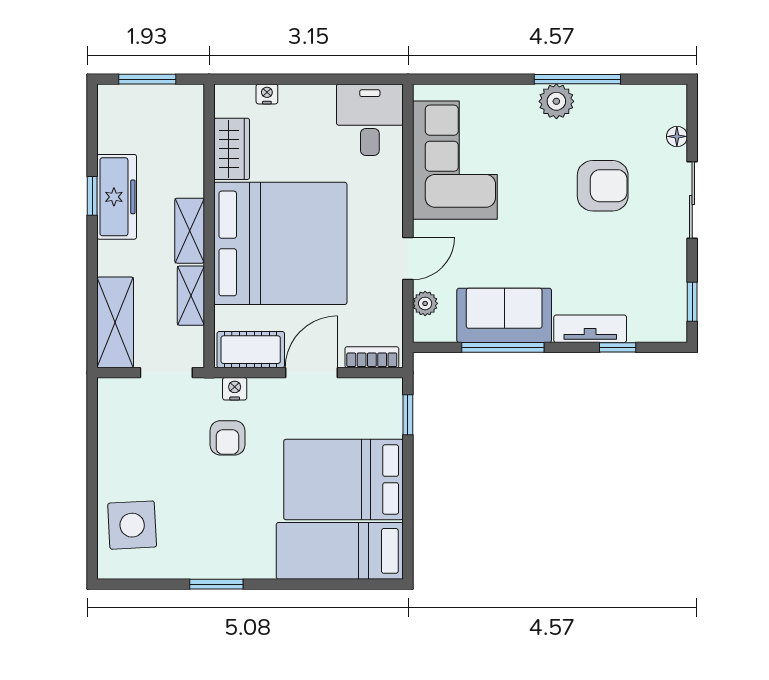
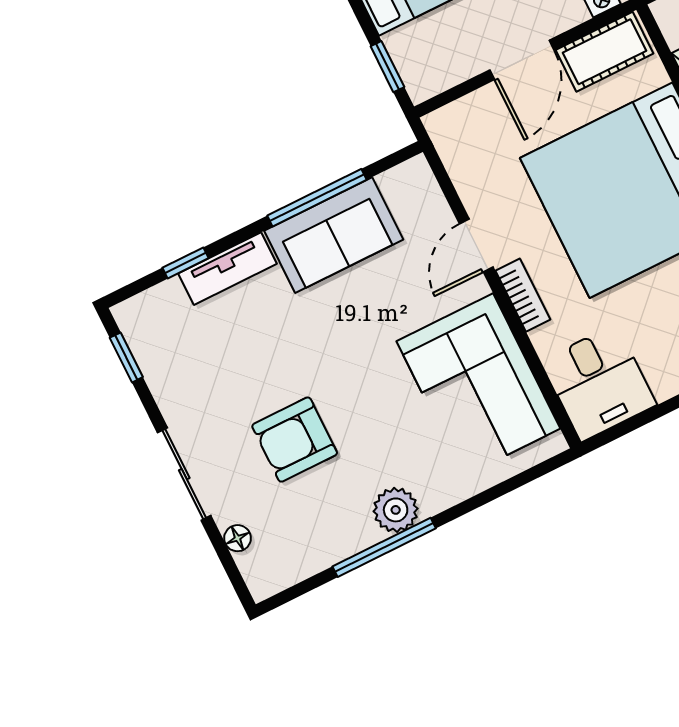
plant: (425, 303) -> (431, 204), removed
bookcase: (372, 357) -> (523, 295), moved, turned -90

